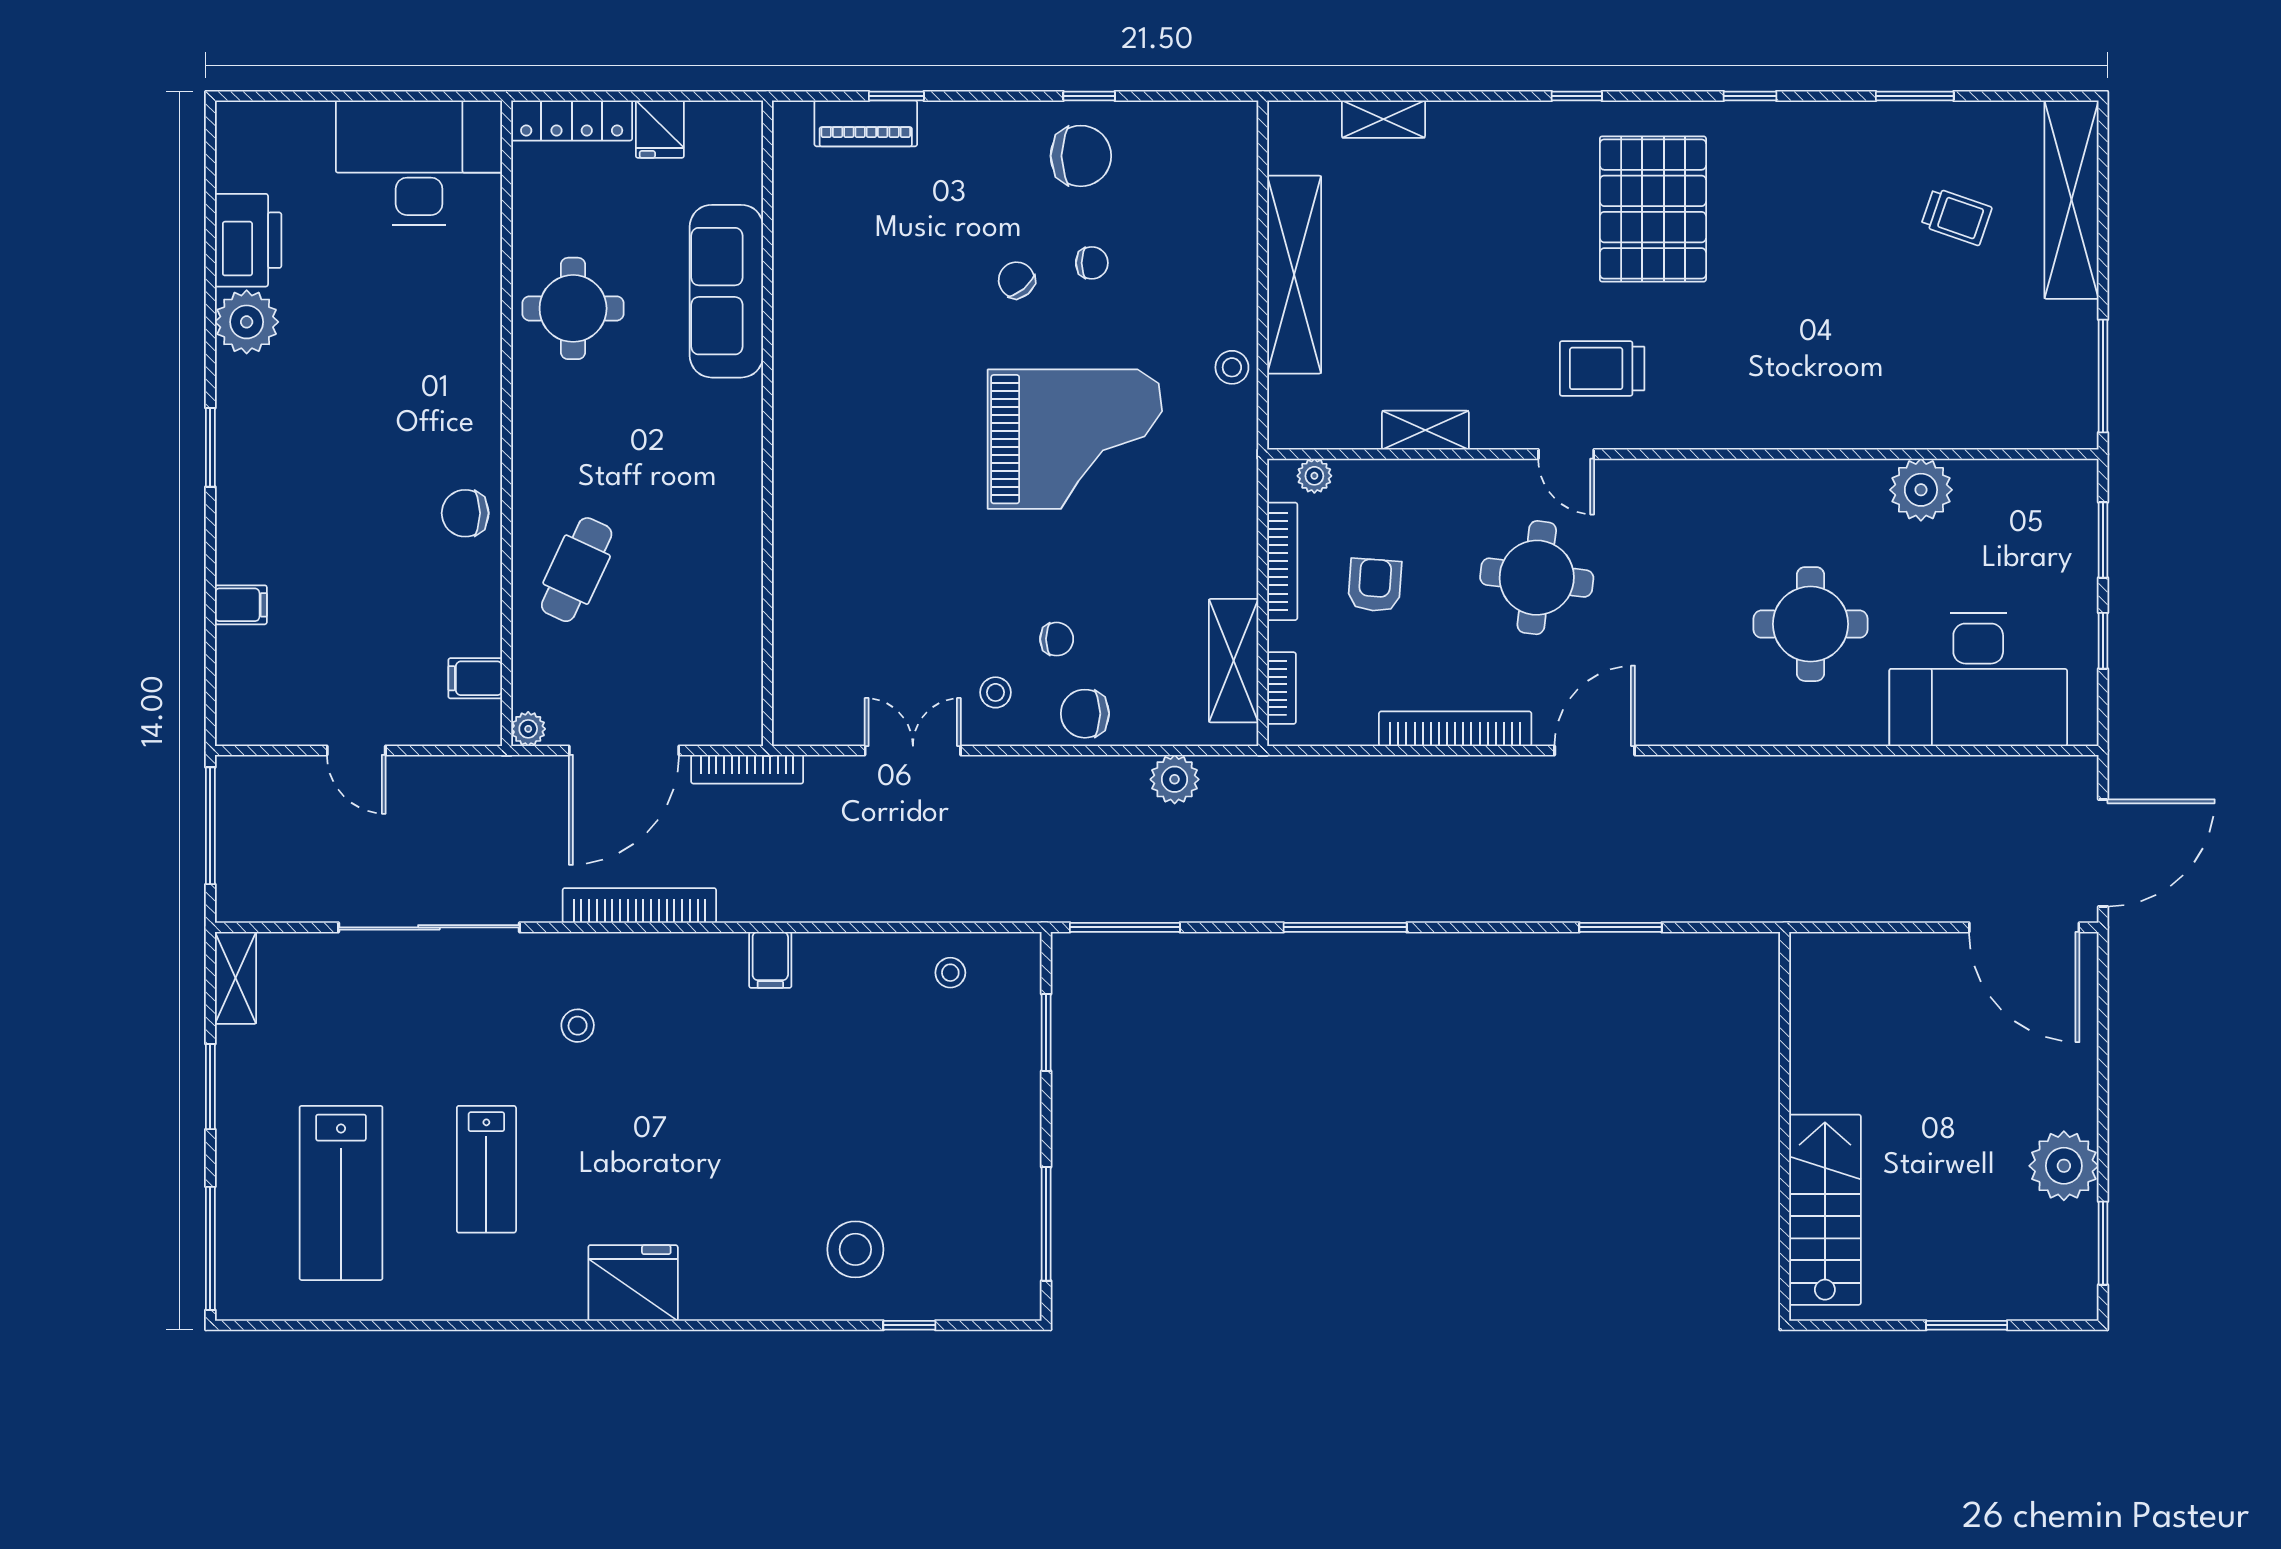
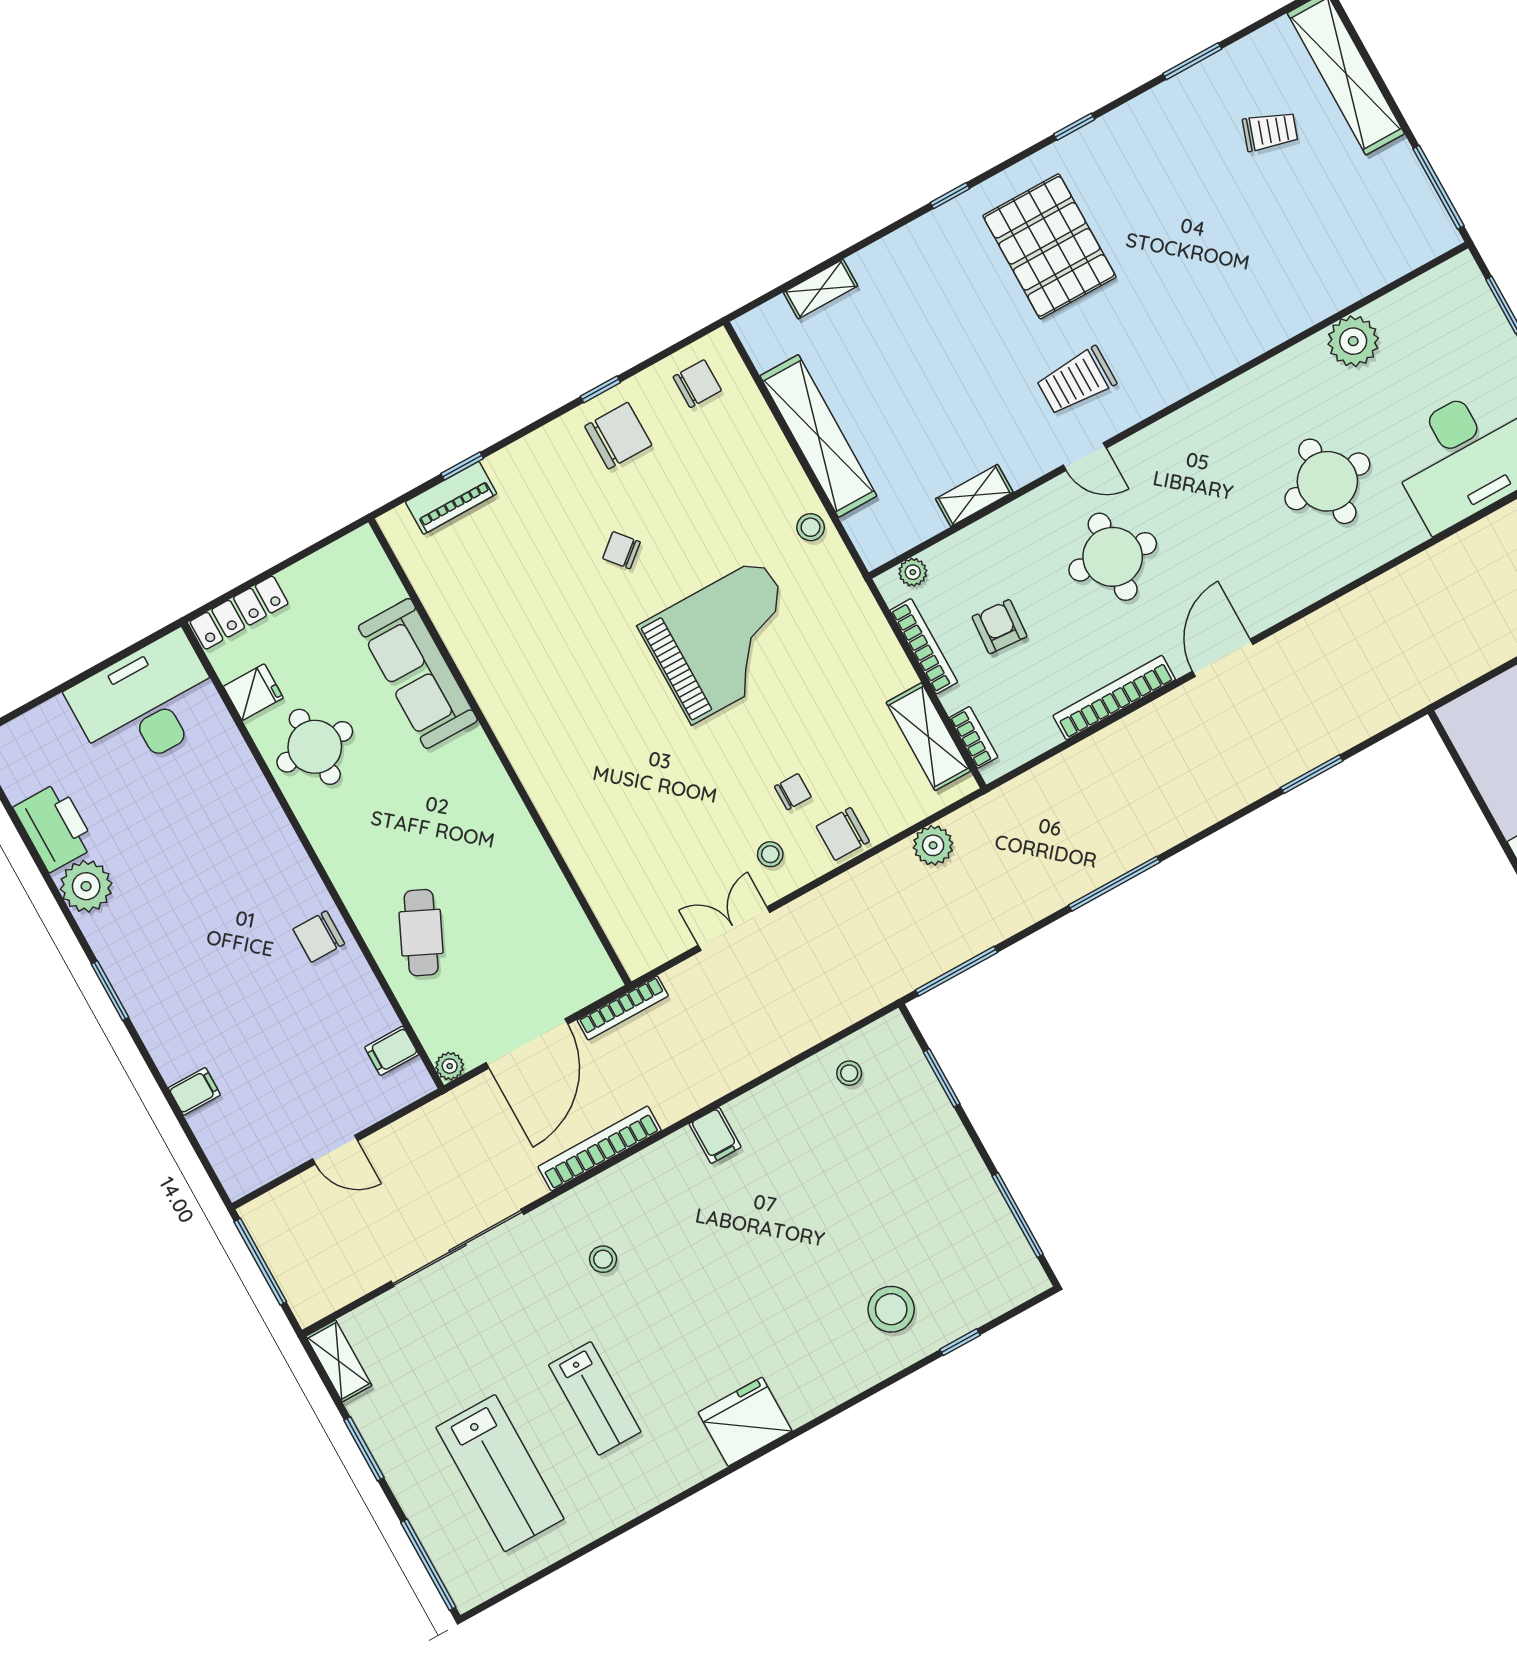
fridge: (660, 129) -> (253, 692), moved, turned -90
chair: (1092, 263) -> (697, 384), moved, width x1.37, depth x1.37

